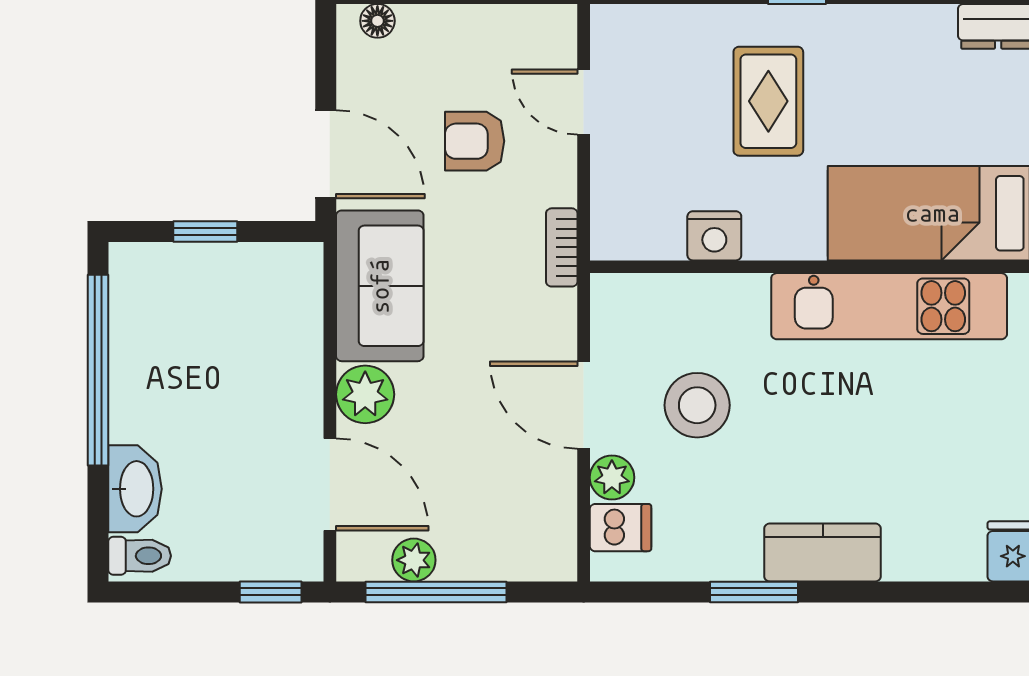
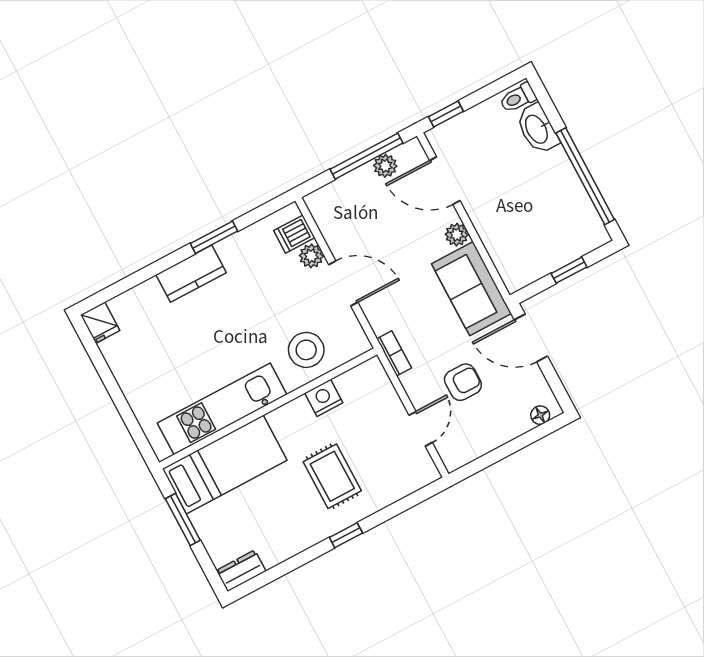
door: (584, 102) -> (421, 429), hinge flipped
plant: (365, 394) -> (457, 235), width x0.73, depth x0.73
stool: (697, 405) -> (306, 350), moved

